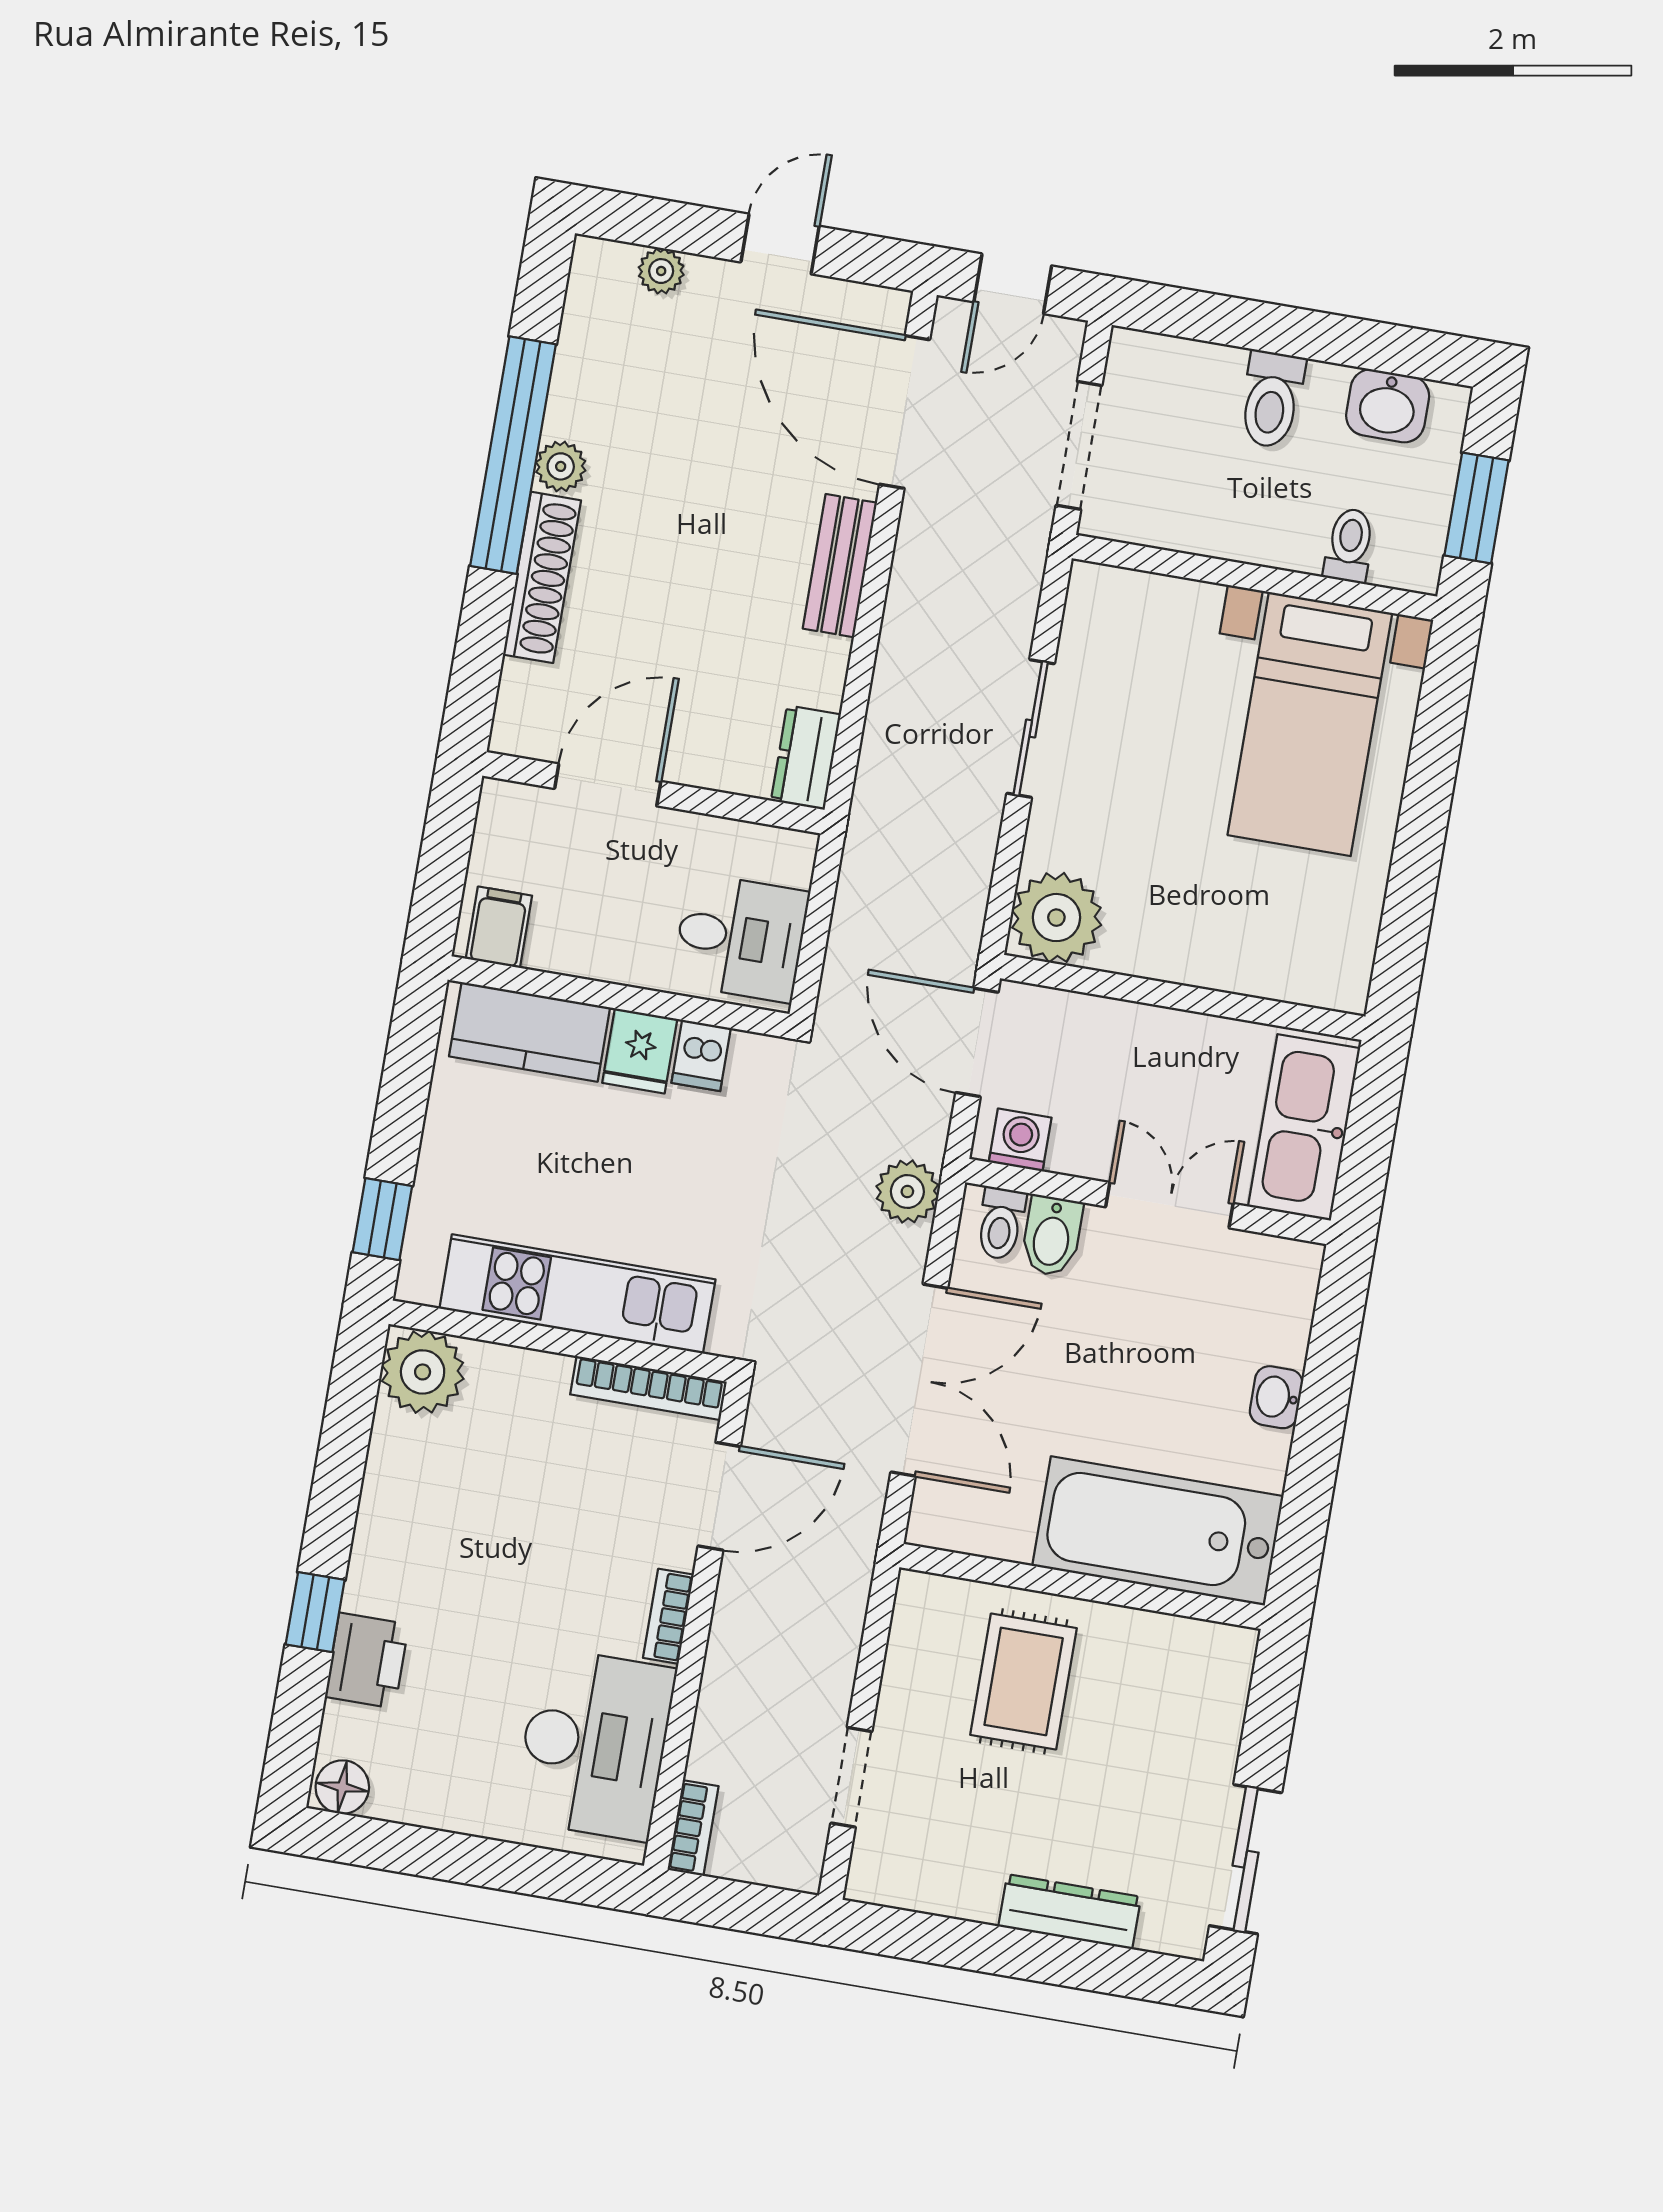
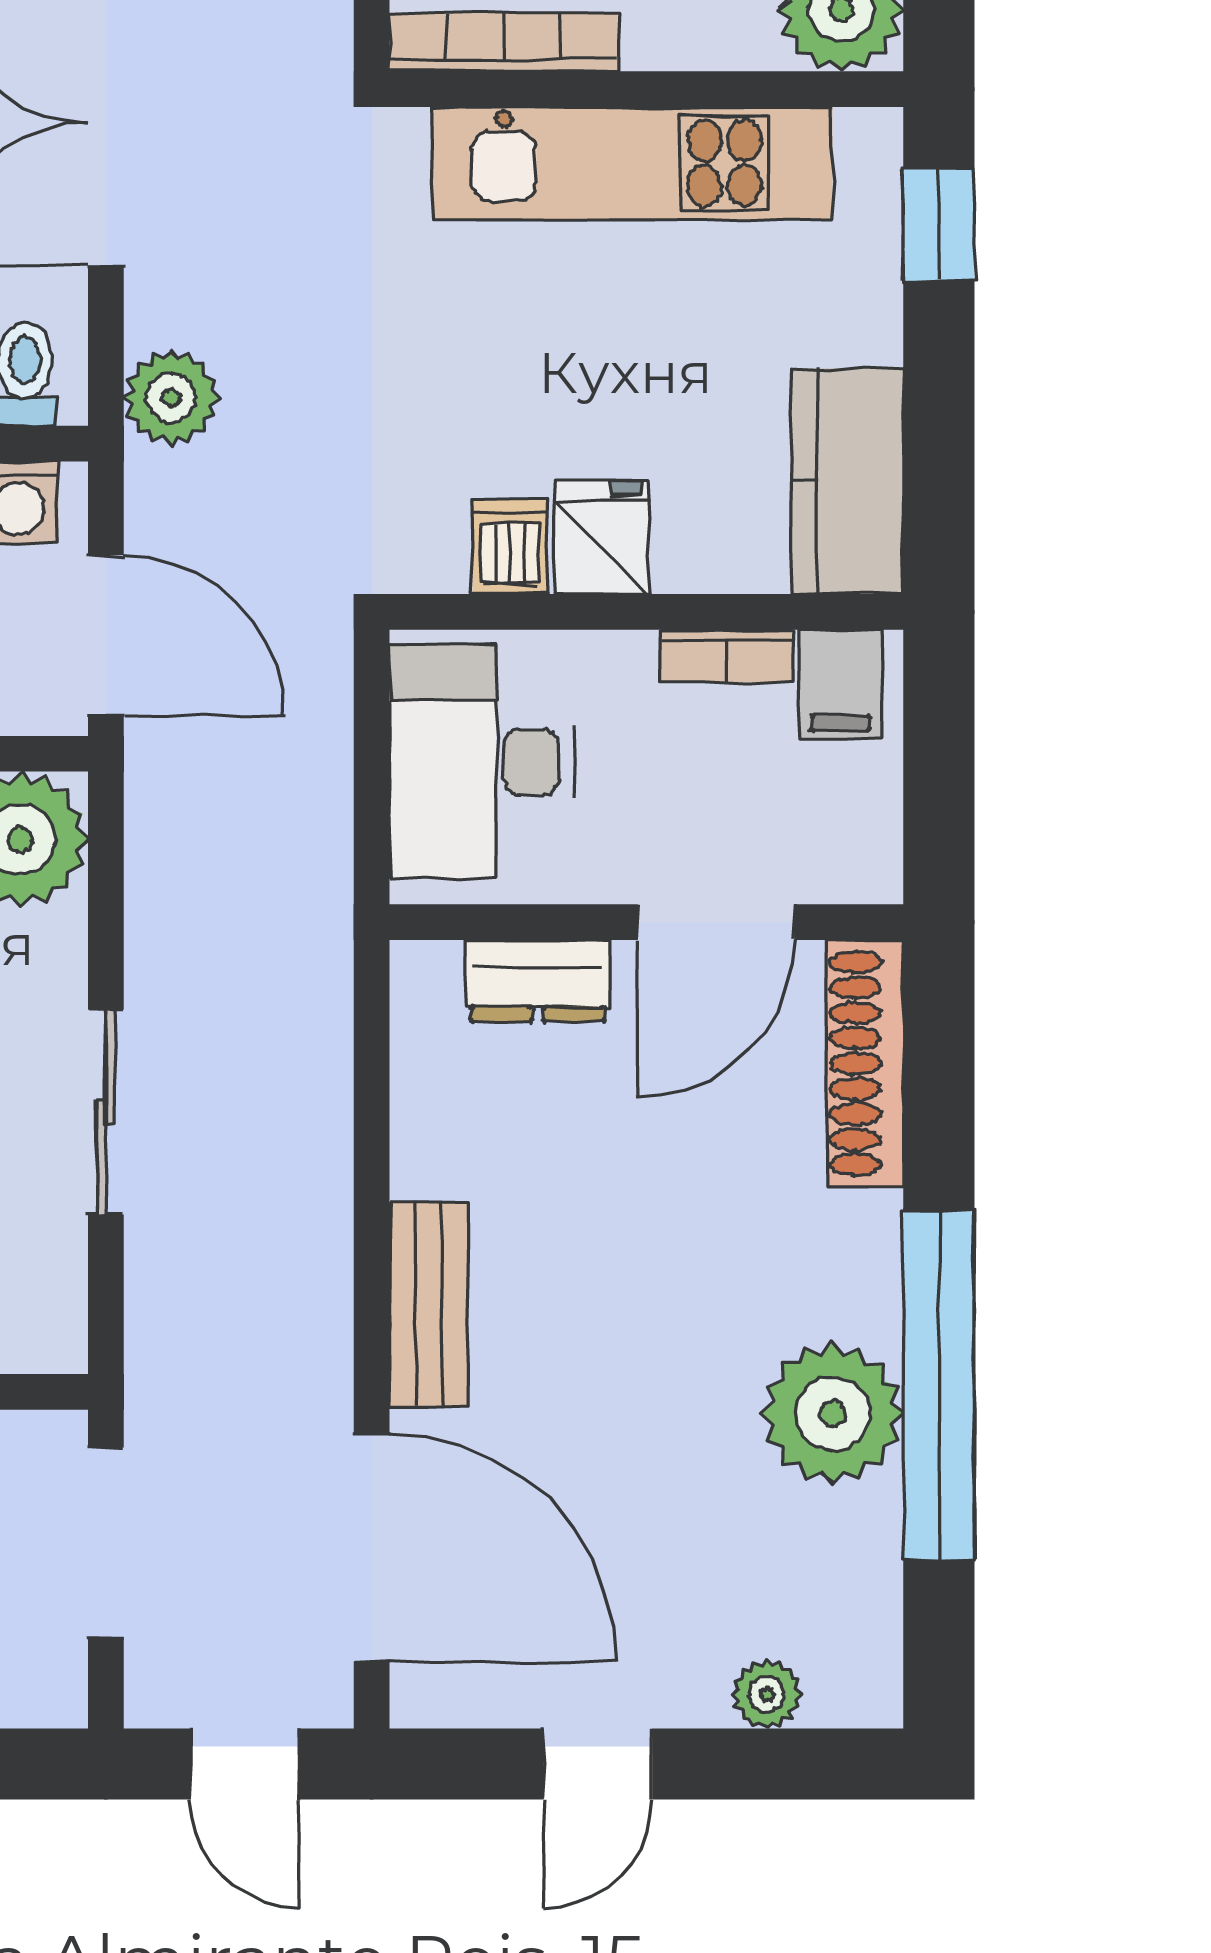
door: (1013, 284) -> (244, 1764), swing flipped
plant: (561, 466) -> (833, 1413), width x1.88, depth x1.88
shoe rack: (542, 577) -> (865, 1063), moved
dresser: (806, 758) -> (538, 981), moved, turned 90
desk: (740, 938) -> (481, 762), width x1.37
bookcase: (571, 959) -> (726, 656), added
kitchen counter: (530, 1032) -> (847, 481), moved, turned -90

